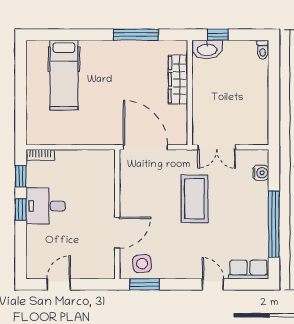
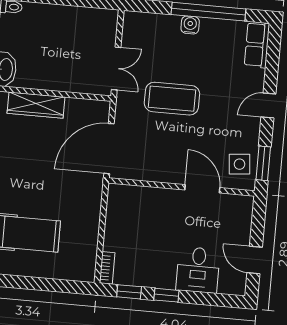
water cooler: (261, 173) -> (190, 25), moved
desk: (46, 206) -> (198, 270), moved
door: (213, 284) -> (268, 106), moved

